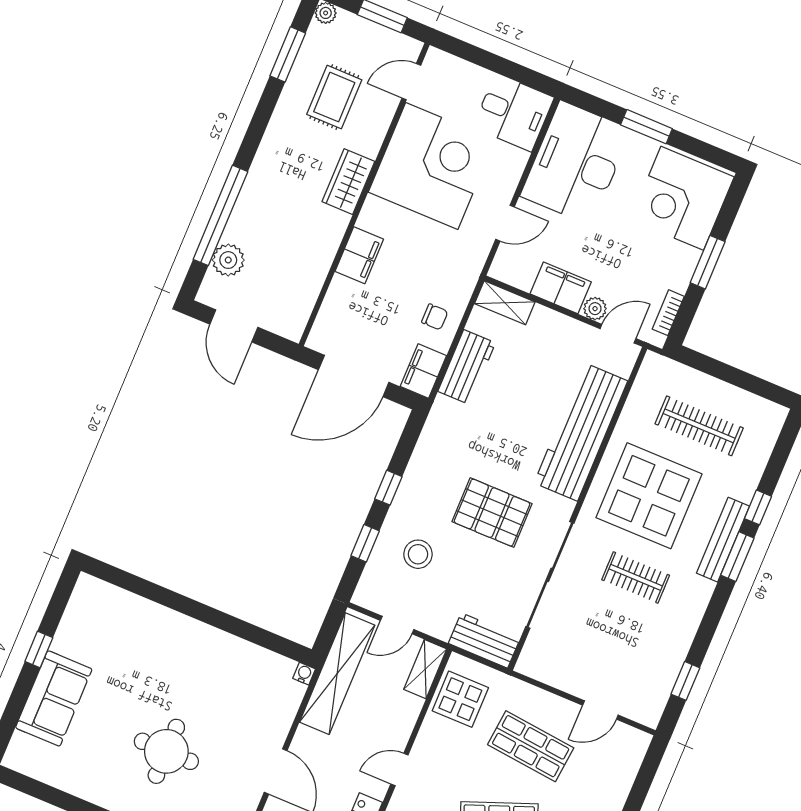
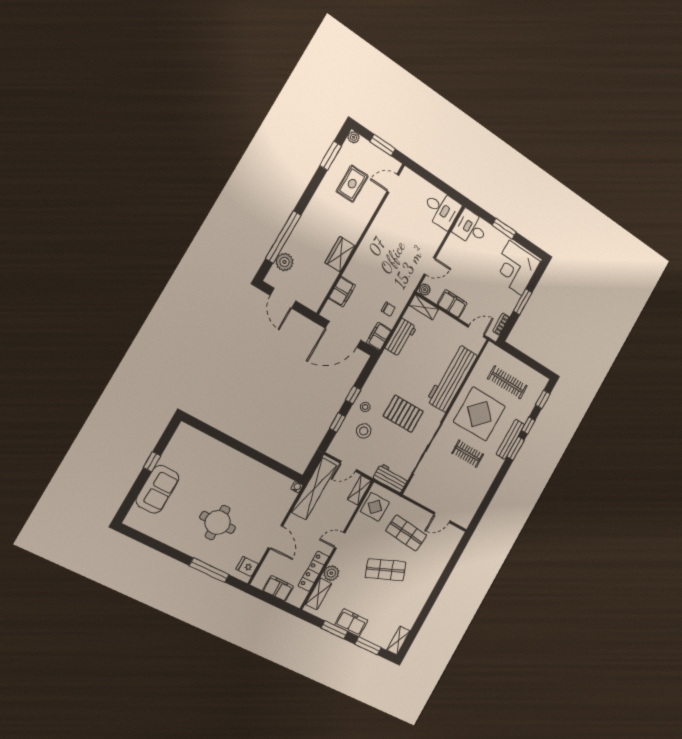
desk: (576, 163) -> (471, 228), width x0.53, depth x0.77
corner desk: (432, 166) -> (397, 230), removed
wardrobe: (348, 182) -> (340, 254), moved
filing cabinet: (359, 255) -> (342, 292), moved
plant: (595, 309) -> (425, 290), moved
stool: (415, 508) -> (365, 407), added
window: (685, 681) -> (543, 399), moved

